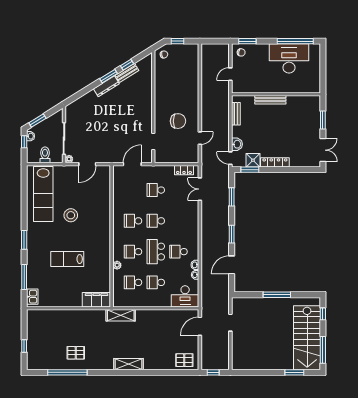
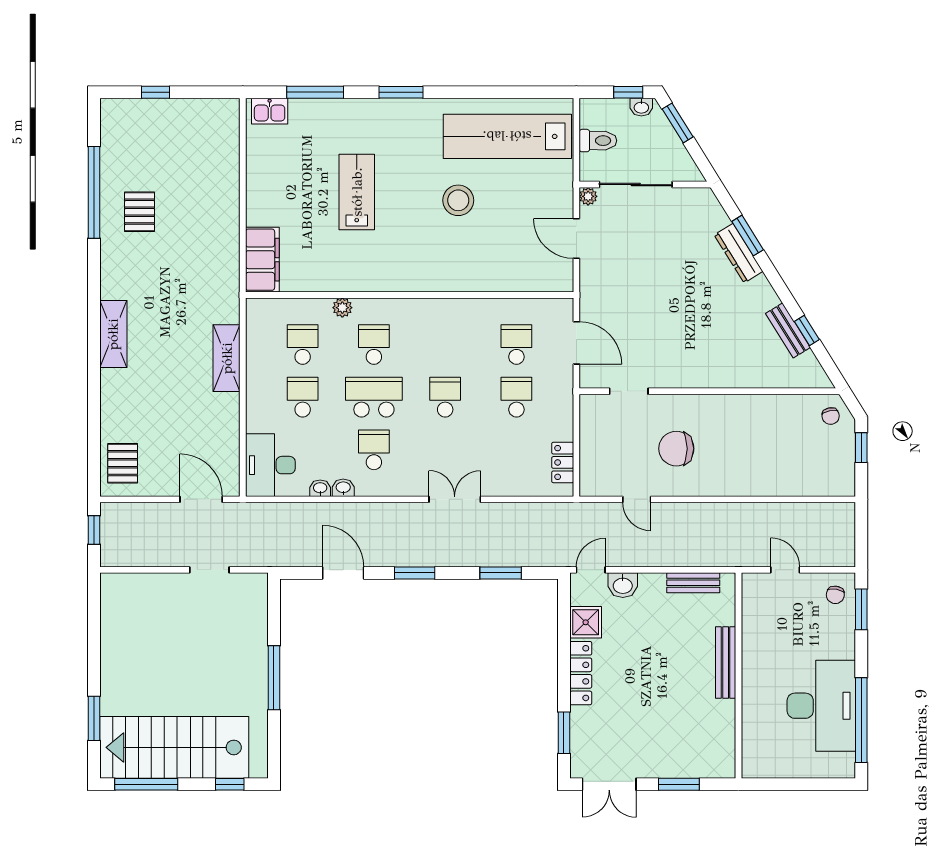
window: (109, 76) -> (748, 236), moved
dresser: (106, 86) -> (739, 253), moved
chair: (178, 121) -> (676, 449), turned 90
window: (250, 170) -> (564, 733), moved
double door: (200, 189) -> (455, 499), moved
school desk: (133, 221) -> (516, 344), moved
shelving: (121, 315) -> (227, 358), moved

